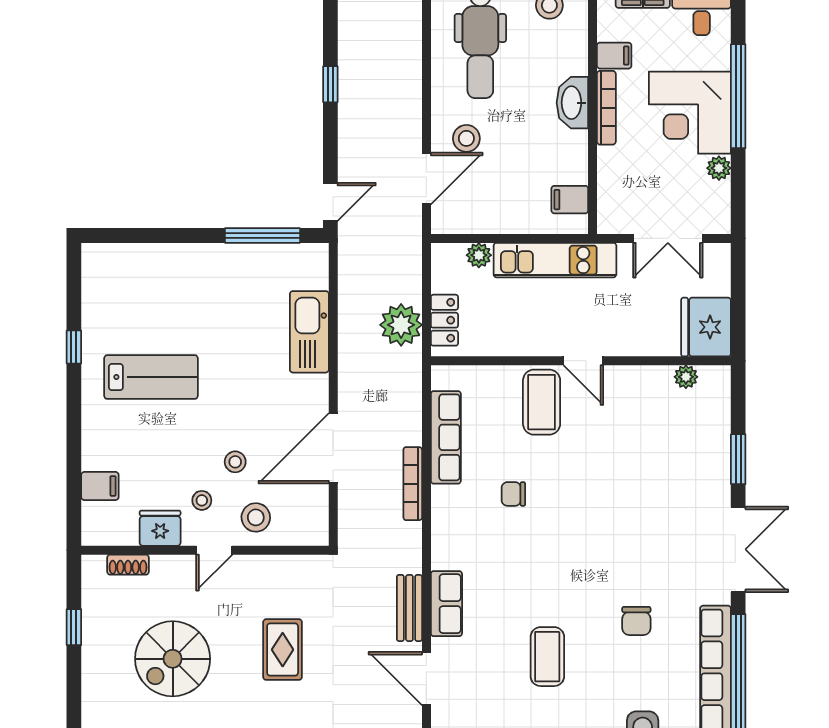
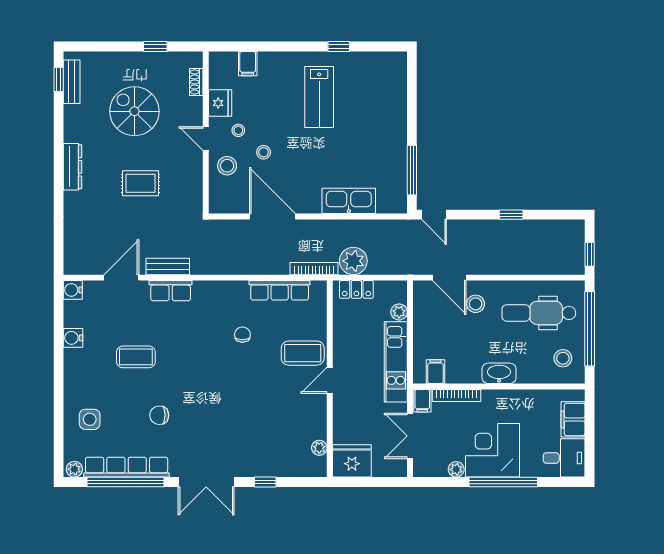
filing cabinet: (614, 56) -> (422, 401), moved
bookcase: (606, 108) -> (456, 396), moved
window: (738, 459) -> (265, 482), width x0.67
bookcase: (413, 484) -> (314, 269), moved

